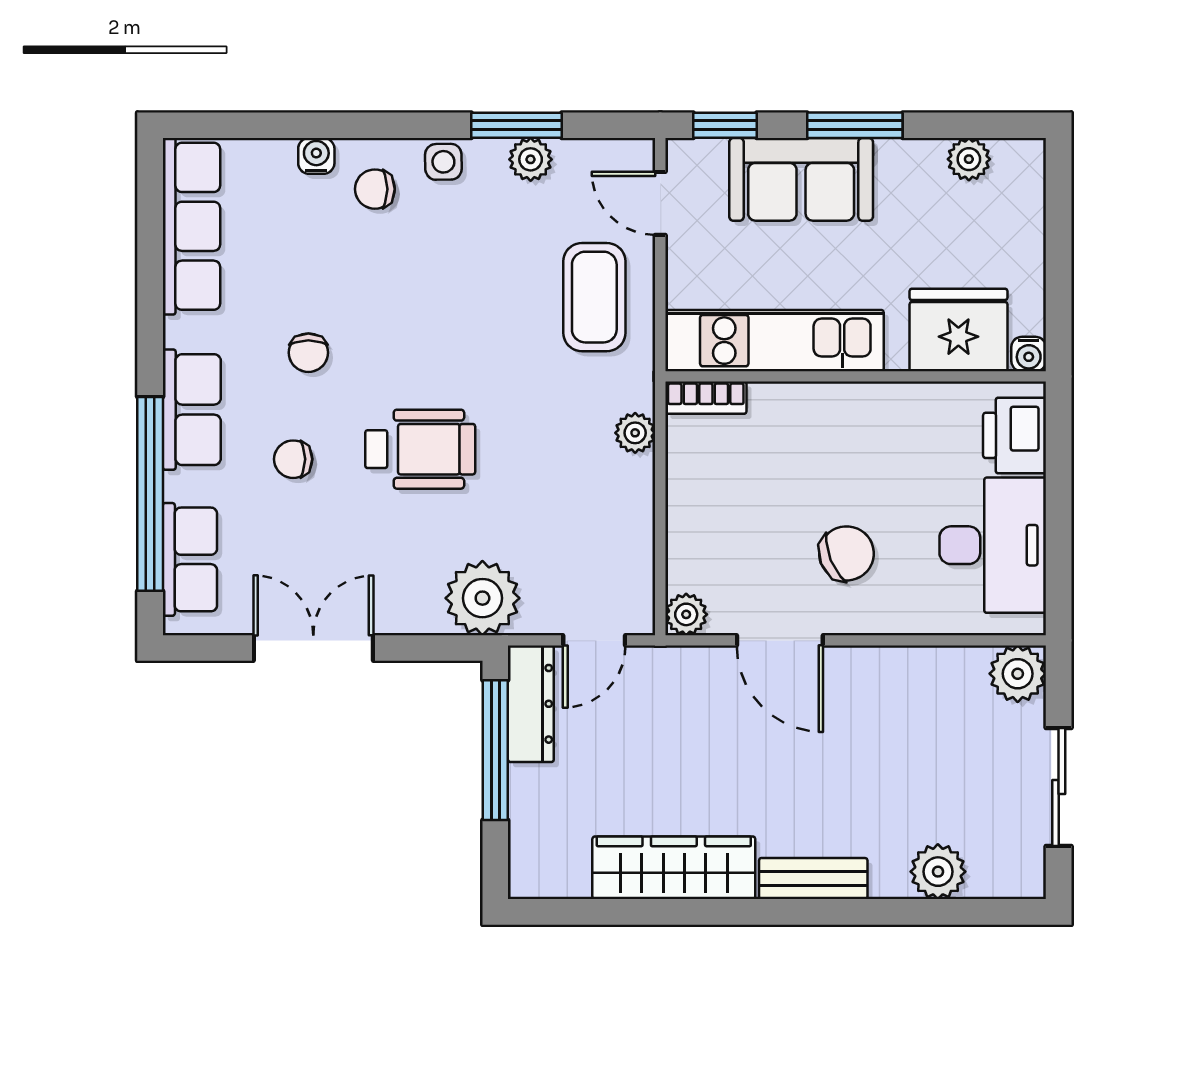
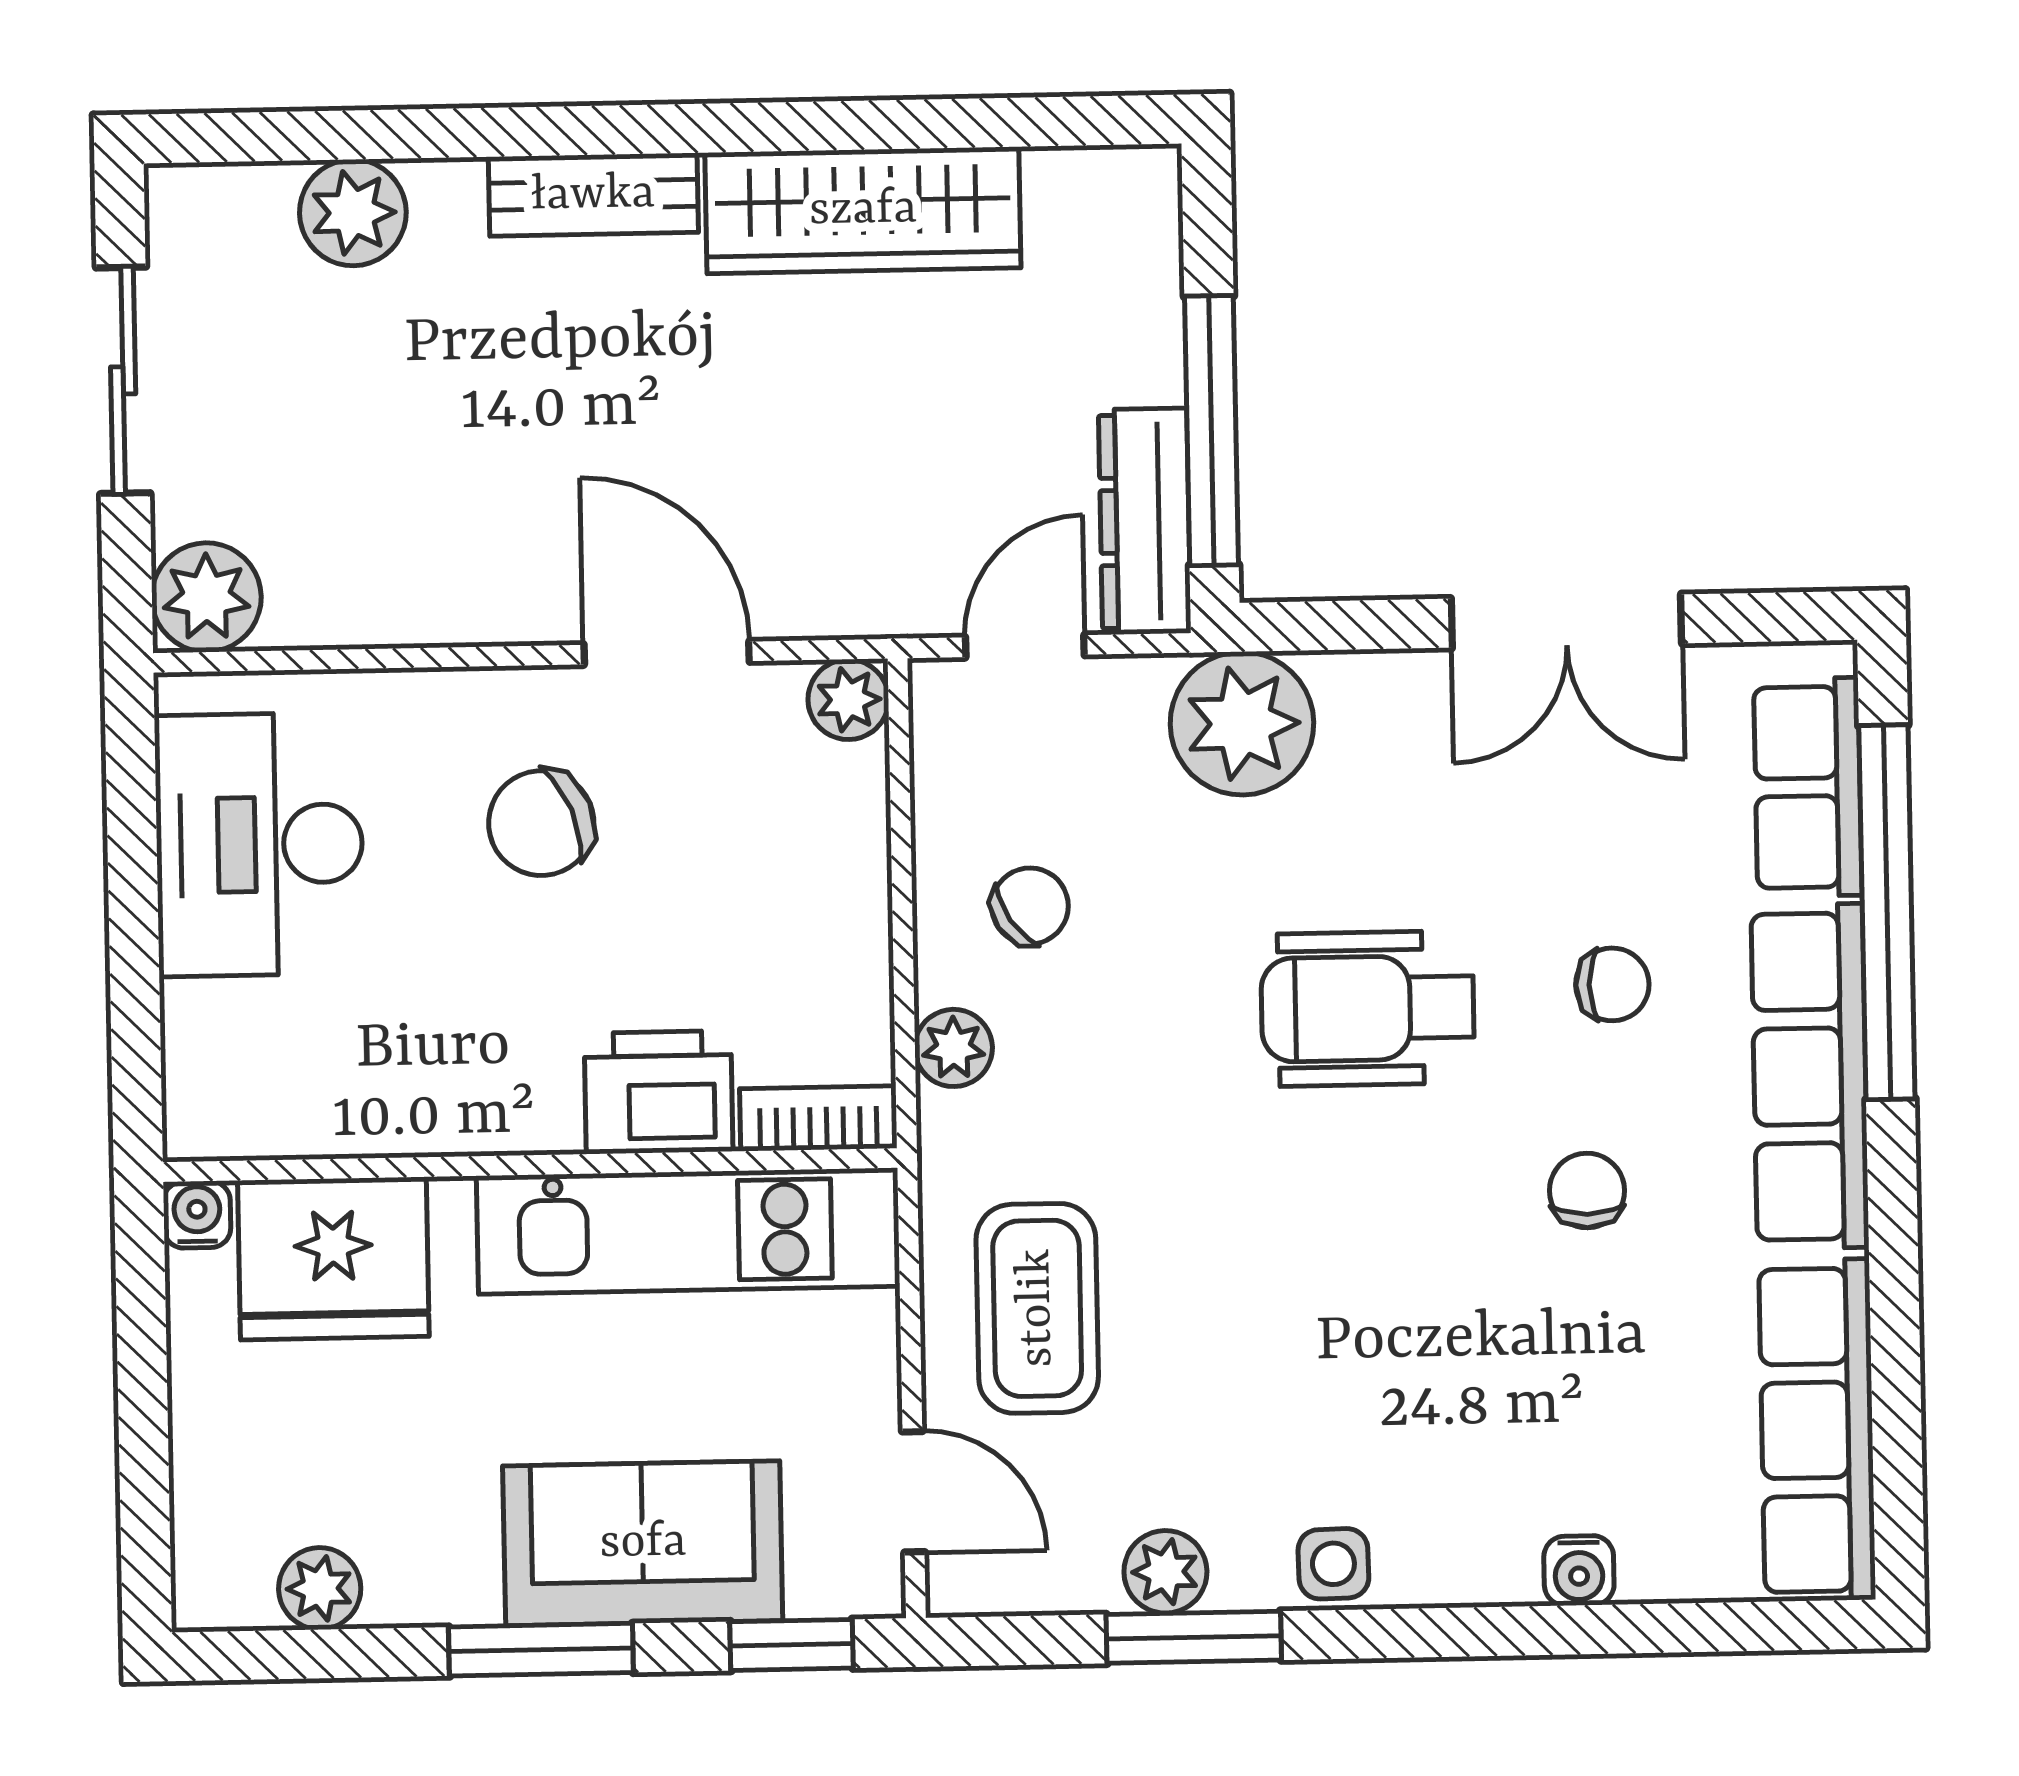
chair: (375, 189) -> (1030, 906), moved, turned -34
row of seats: (192, 410) -> (1810, 1076), width x1.48
printer: (1015, 435) -> (659, 1092), moved, turned -90

